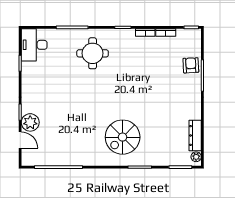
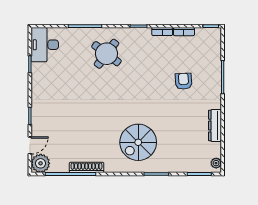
round table: (93, 53) -> (106, 54), turned 37
armchair: (191, 65) -> (184, 81), moved
plant: (30, 122) -> (41, 163), moved
dresser: (195, 135) -> (215, 126), moved
door: (20, 140) -> (30, 145), hinge flipped
shoe rack: (74, 161) -> (87, 167), added

